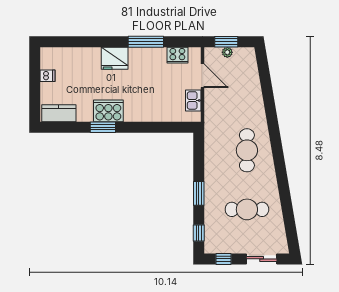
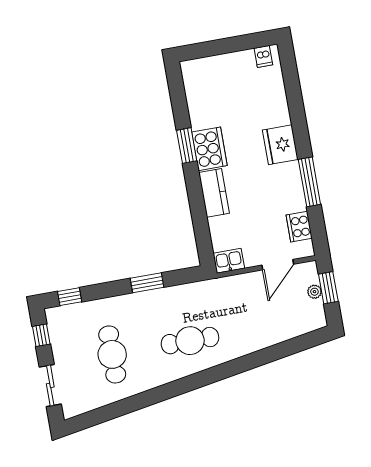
dishwasher: (47, 76) -> (263, 56), moved
kitchen sink: (193, 100) -> (229, 261), moved
kitchen counter: (59, 113) -> (214, 193), moved
window: (199, 193) -> (147, 283), moved

